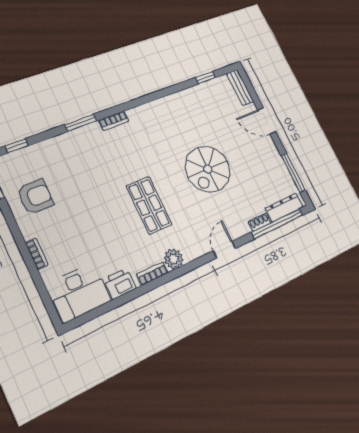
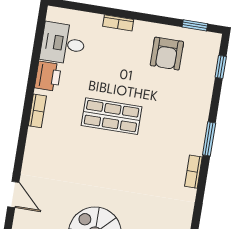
shop shelf: (149, 205) -> (112, 116), moved
plant: (174, 259) -> (37, 139), removed
desk: (79, 293) -> (63, 43), width x0.73

